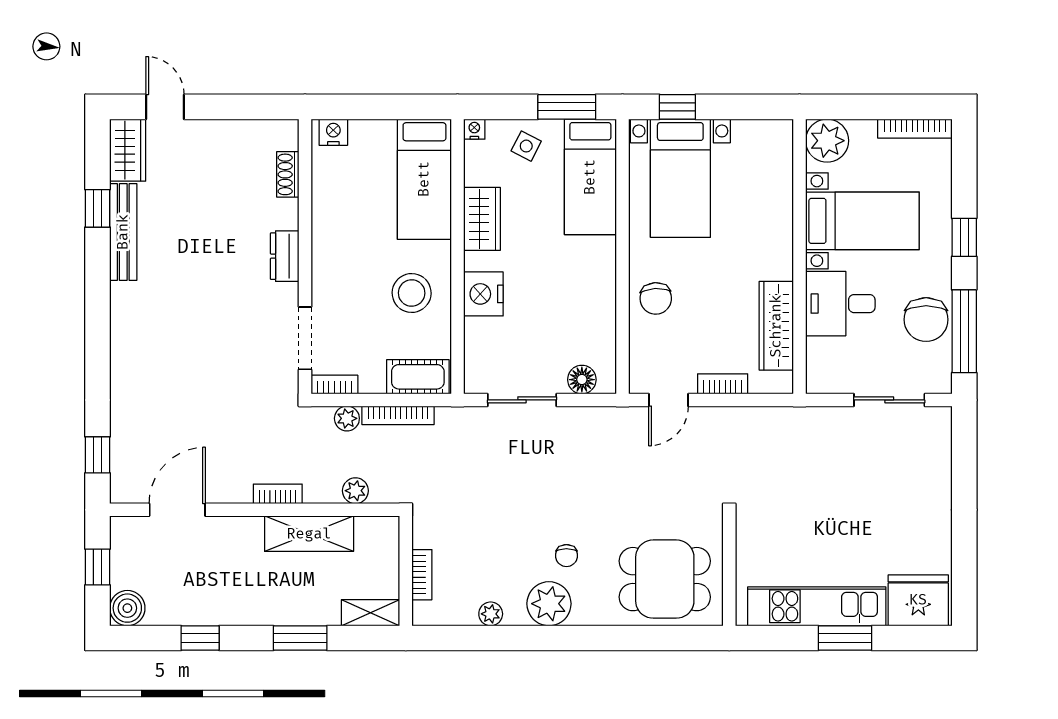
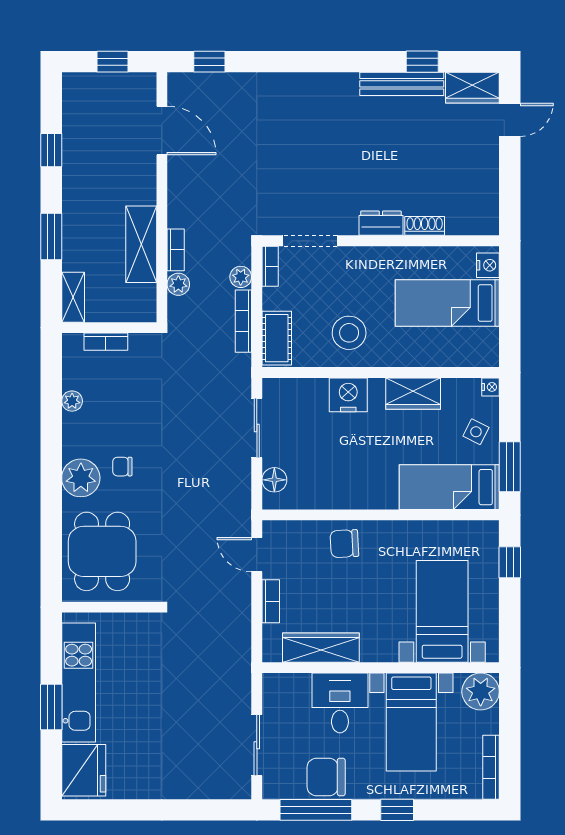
shoe rack: (288, 174) -> (425, 226), moved
bed with nightstands: (680, 178) -> (442, 611), moved, turned 90
bed: (424, 179) -> (447, 303), moved
bookcase: (278, 494) -> (176, 250), moved
plant: (549, 604) -> (81, 478), moved
boiler: (127, 608) -> (77, 87), removed

